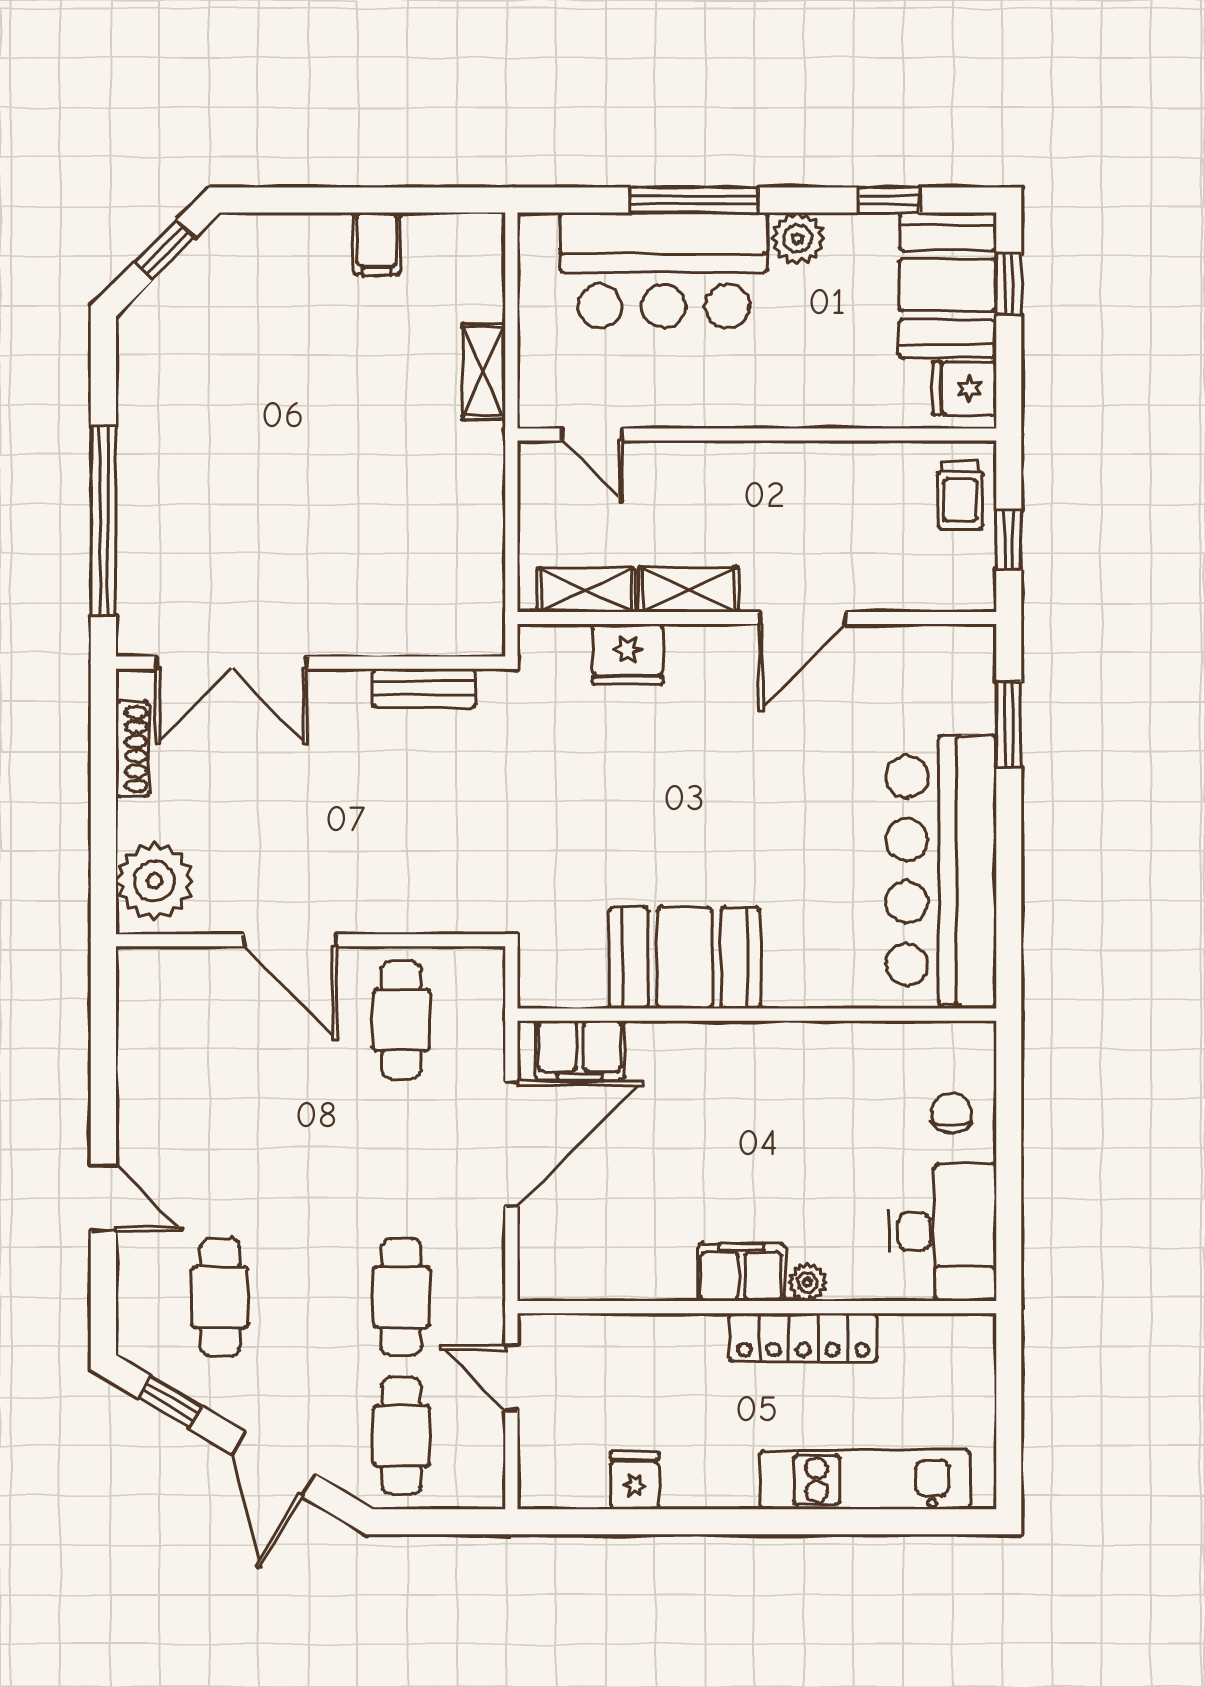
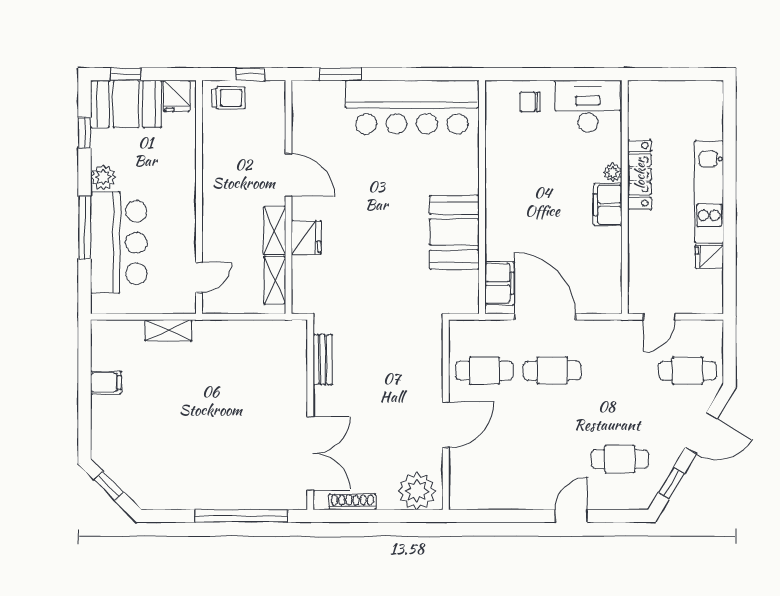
fridge: (628, 654) -> (306, 237), moved
cafe table: (401, 1297) -> (552, 371), moved
kitchen unit: (865, 1480) -> (709, 192), moved

